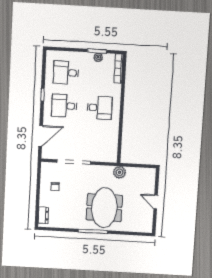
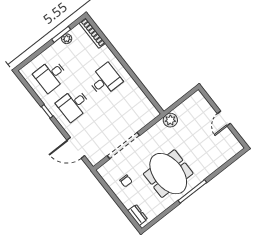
door: (41, 136) -> (76, 148), swing flipped
door: (156, 202) -> (224, 118), hinge flipped
meeting table: (104, 208) -> (168, 174), moved

